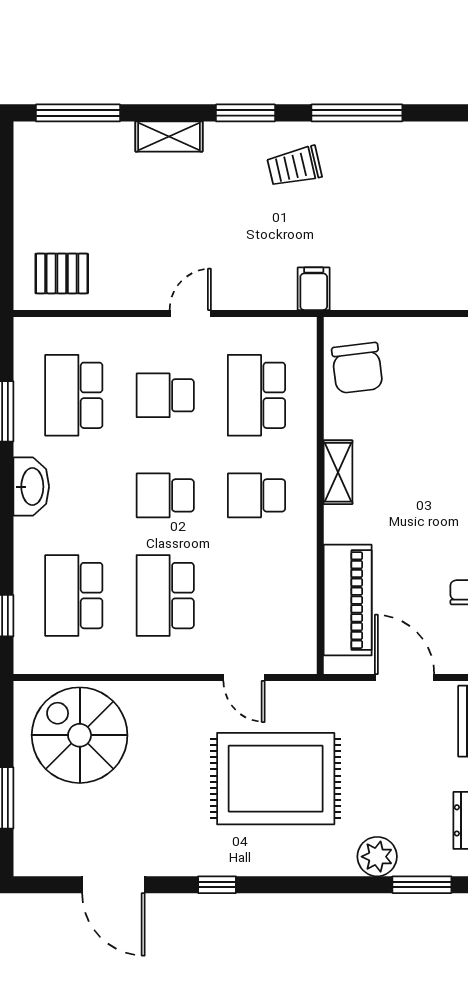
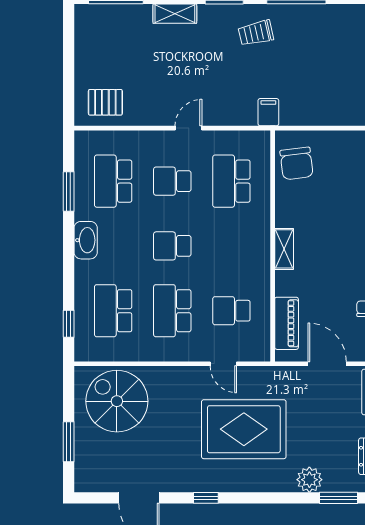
shelving: (338, 472) -> (284, 249), moved
school desk: (257, 495) -> (231, 311), moved
piano: (348, 600) -> (287, 323), width x0.73, depth x0.75

